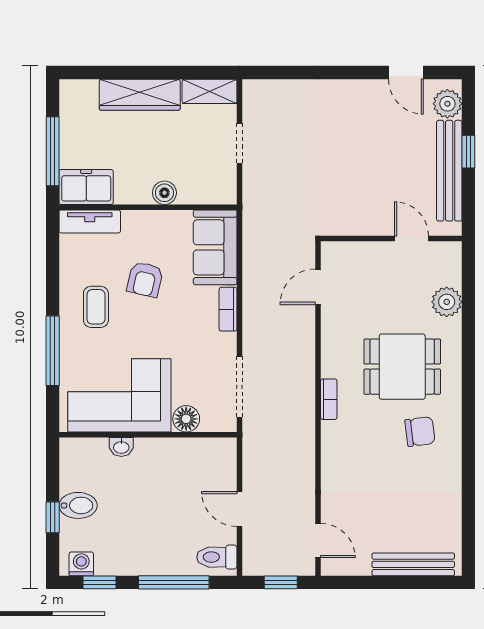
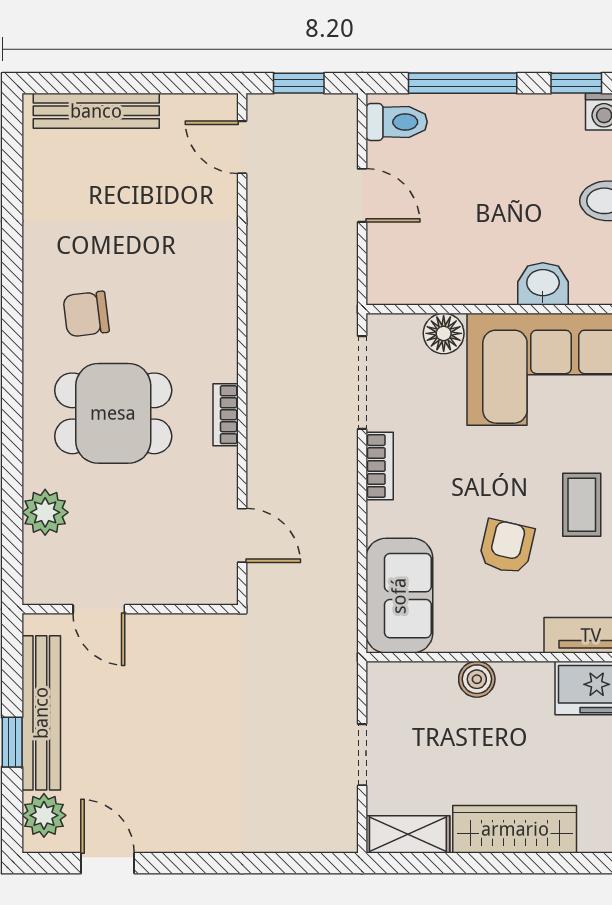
door: (318, 287) -> (242, 535), hinge flipped
bookcase: (228, 309) -> (380, 466), moved
bookcase: (329, 399) -> (226, 415), moved
washbasin: (121, 447) -> (543, 284), width x1.38, depth x1.45

